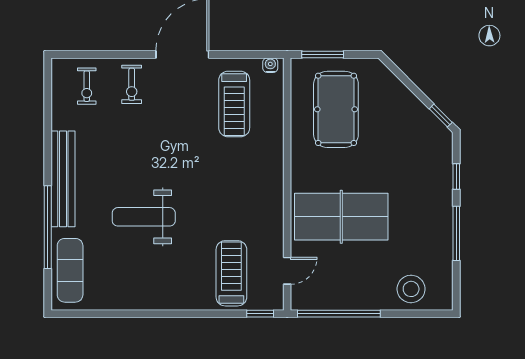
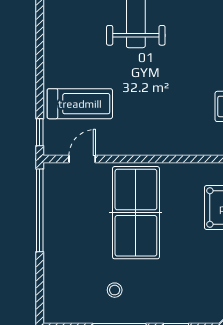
door: (287, 271) -> (82, 159), swing flipped
stool: (411, 289) -> (115, 290), moved, width x0.53, depth x0.53

